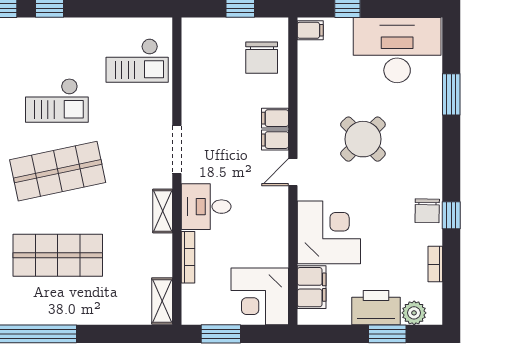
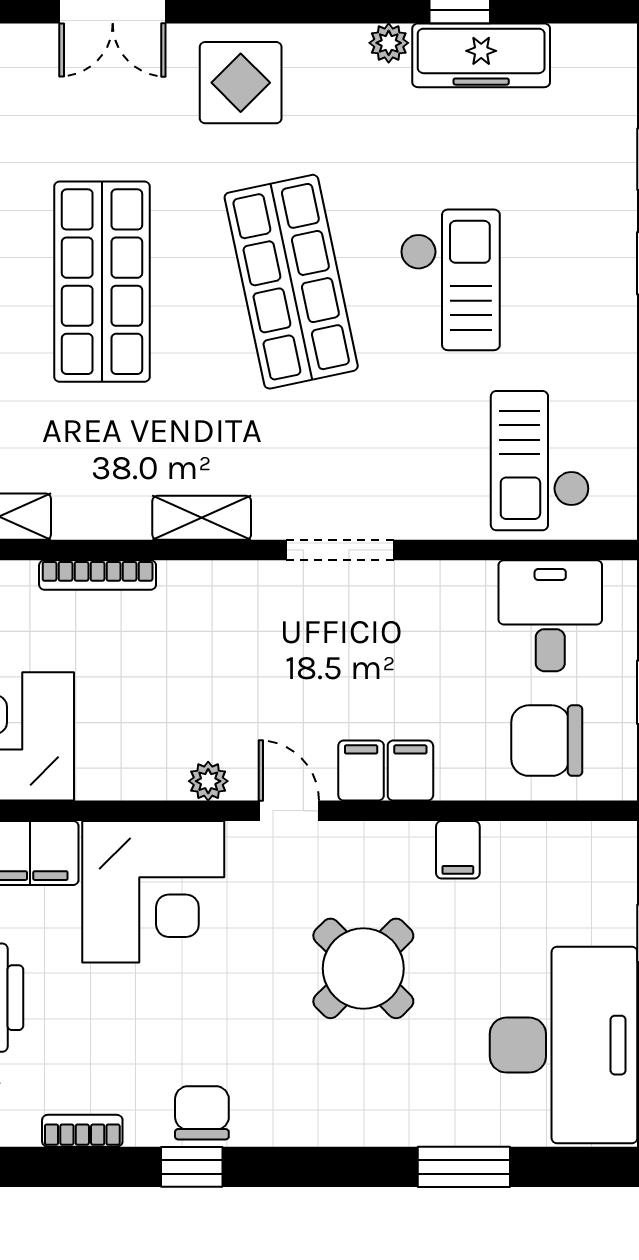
filing cabinet: (310, 30) -> (458, 850), moved
checkout: (57, 100) -> (450, 280), turned 180
desk: (206, 207) -> (550, 616), moved
plant: (280, 208) -> (208, 781), added
chair: (427, 211) -> (202, 1113), turned 89

